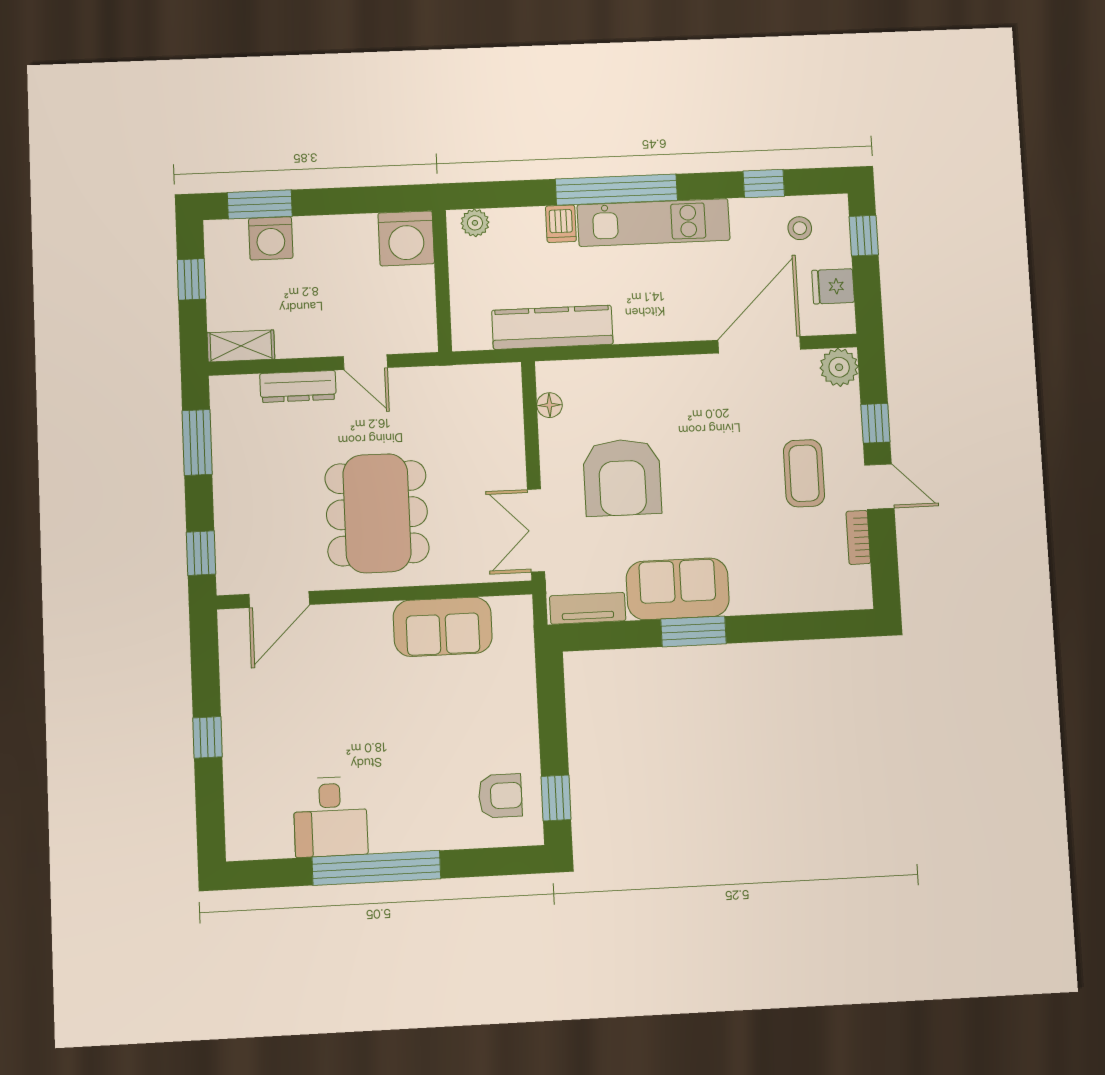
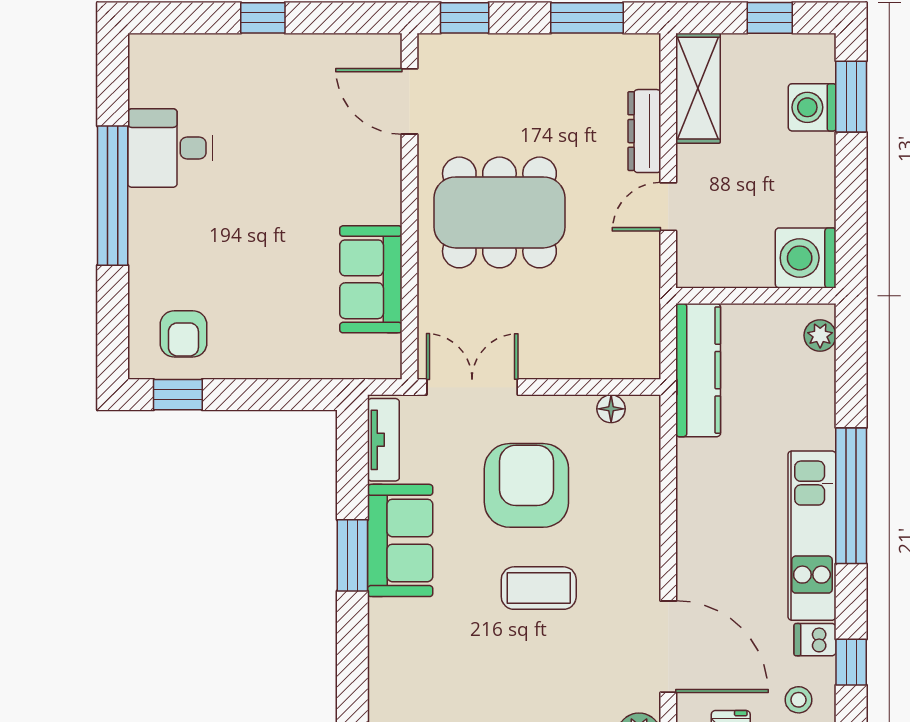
dishwasher: (561, 224) -> (815, 640), moved
kitchen counter: (552, 327) -> (698, 370), moved
shelving: (241, 346) -> (698, 88), width x1.50, depth x1.33
coffee table: (804, 473) -> (539, 588), moved
armchair: (622, 478) -> (526, 485), turned 90

